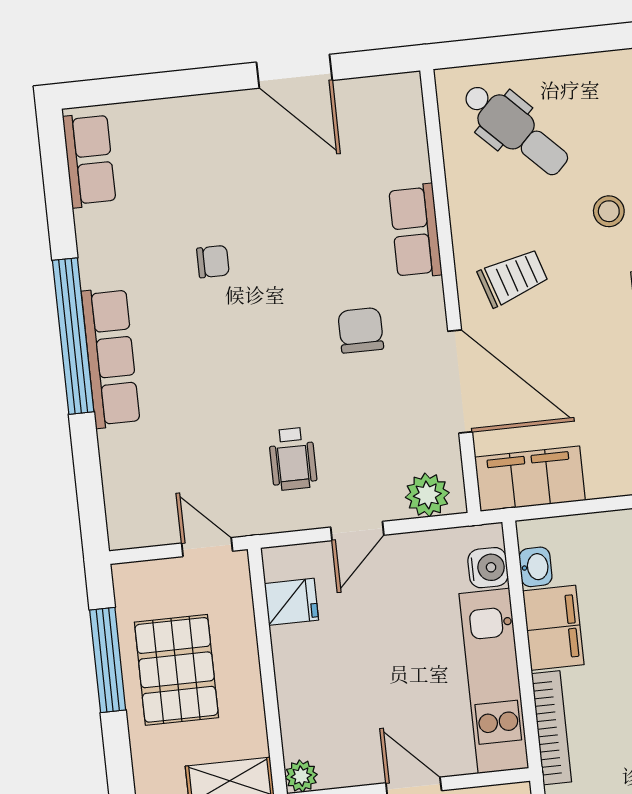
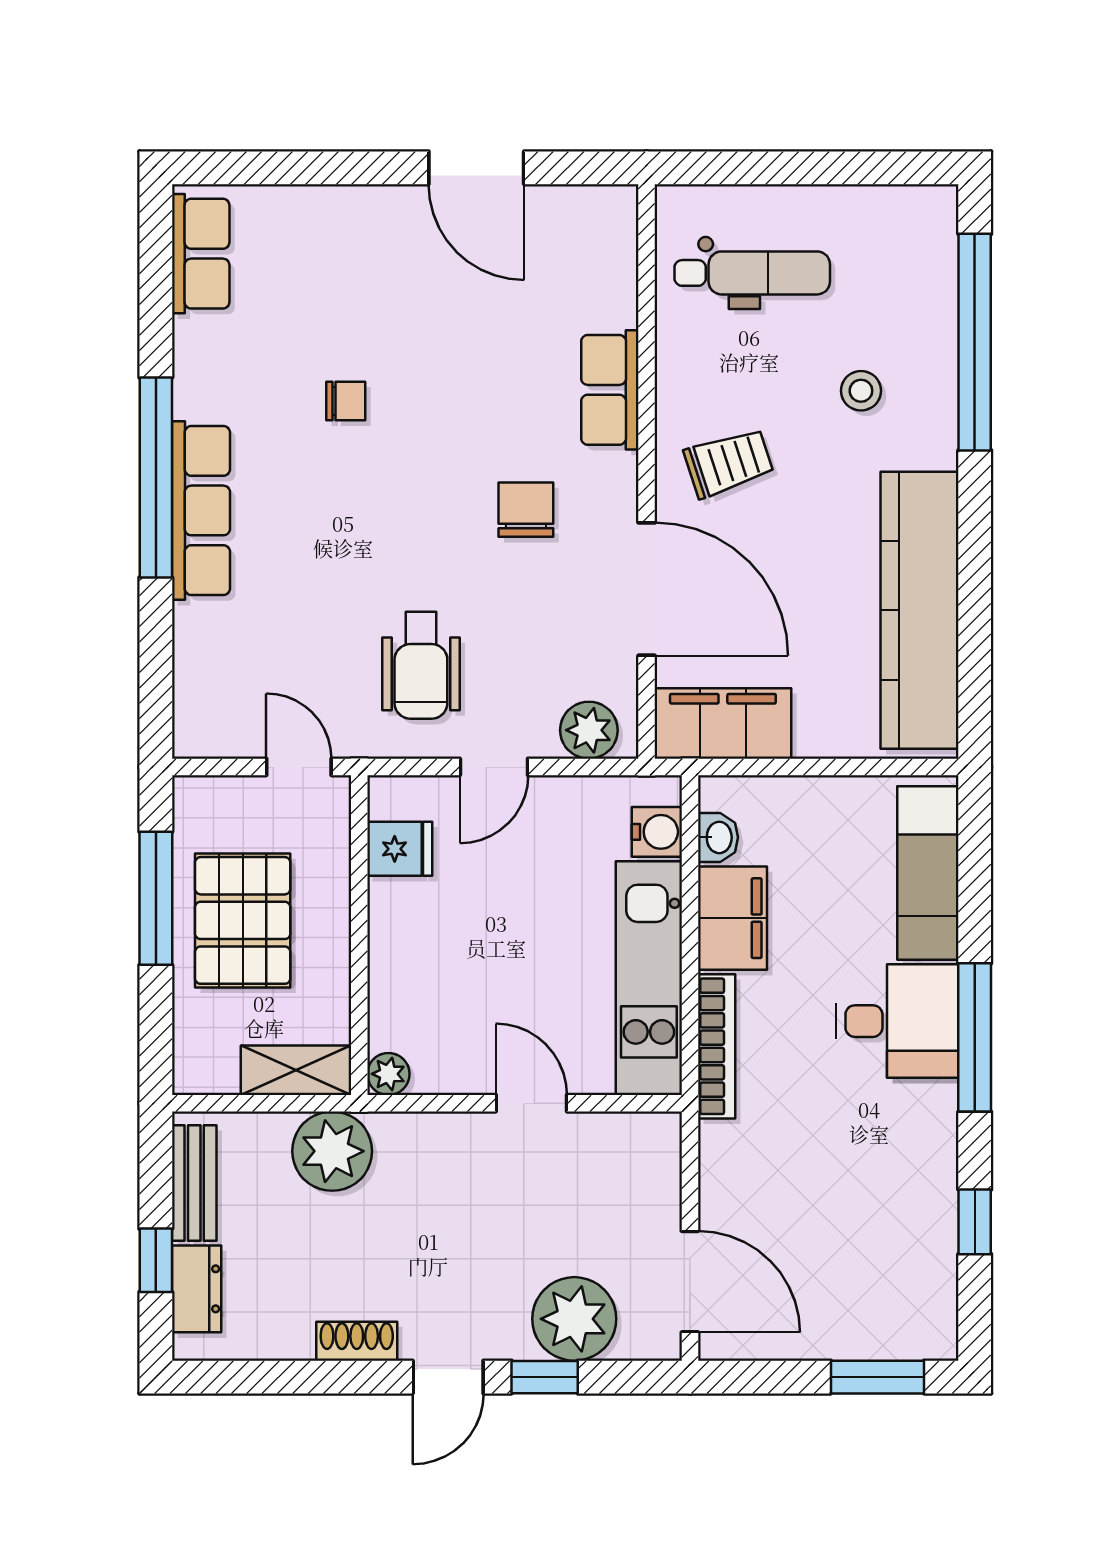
dental chair: (515, 129) -> (752, 273), turned -45
wheelchair: (293, 459) -> (421, 665), width x1.36, depth x1.37

